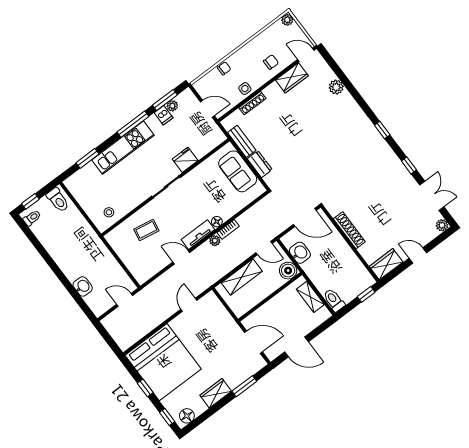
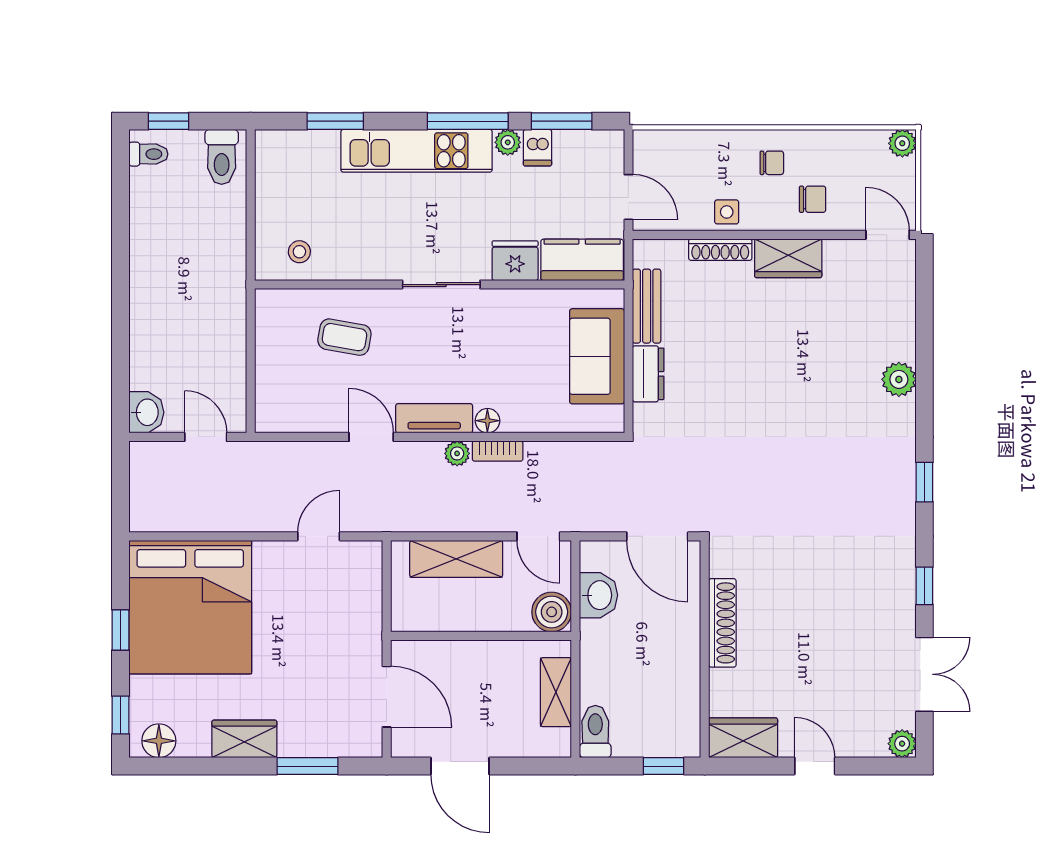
chair: (224, 68) -> (772, 163), moved
wardrobe: (292, 78) -> (788, 258), moved
plant: (336, 87) -> (899, 379), moved
plant: (172, 106) -> (508, 142), moved
kitchen counter: (208, 142) -> (582, 260), added
washbasin: (83, 286) -> (146, 412), moved

